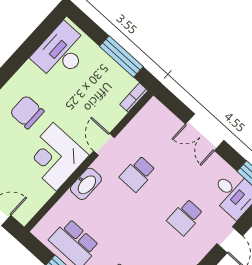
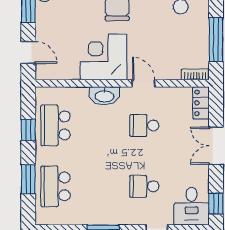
locker: (160, 113) -> (201, 103), added
door: (104, 144) -> (143, 83), hinge flipped

